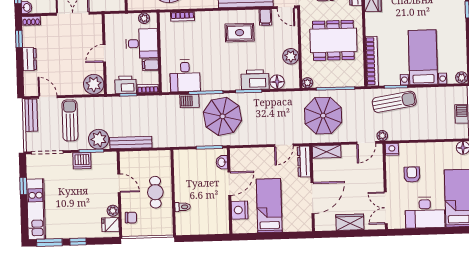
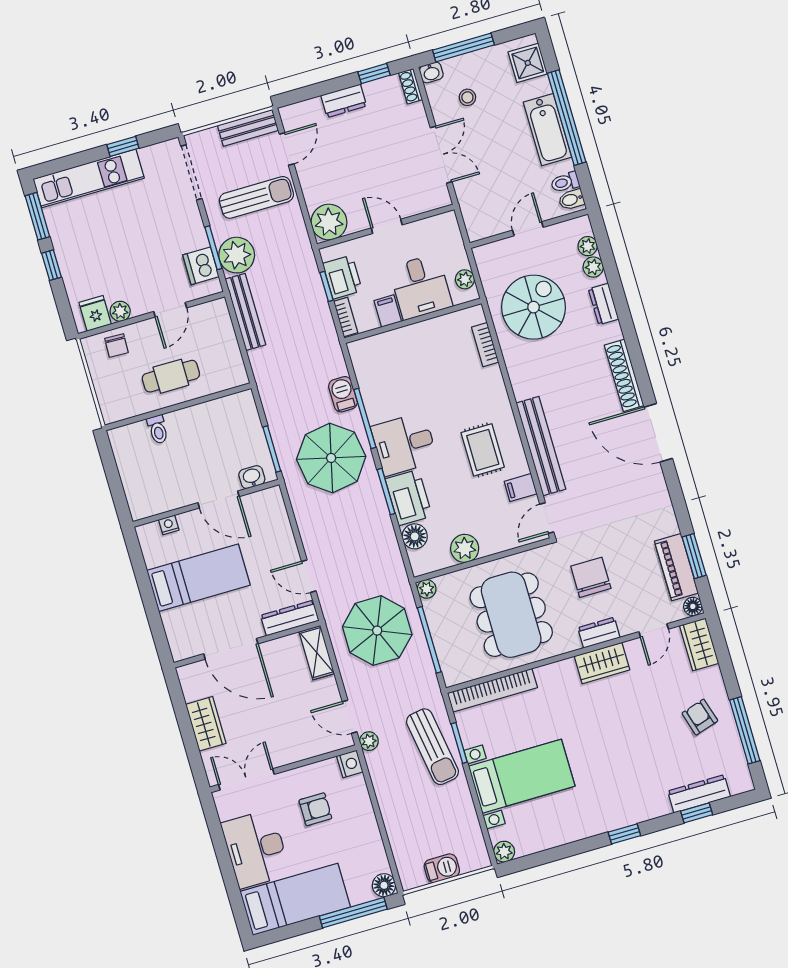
desk: (185, 76) -> (404, 444), moved
dishwasher: (82, 161) -> (201, 266), moved
nightstand: (240, 210) -> (169, 525), width x0.53, depth x0.56

